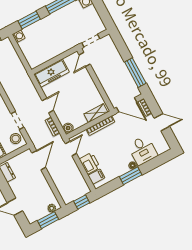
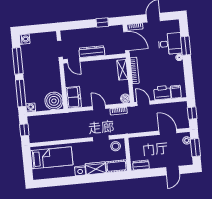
window: (29, 20) -> (21, 93), width x1.44
boiler: (35, 57) -> (54, 101), added
freezer: (51, 73) -> (74, 97), width x0.71
window: (135, 73) -> (102, 23), width x0.46
dresser: (101, 74) -> (92, 52), added
door: (127, 105) -> (126, 41), hinge flipped
door: (39, 160) -> (168, 132), moved
window: (131, 176) -> (186, 46), moved

